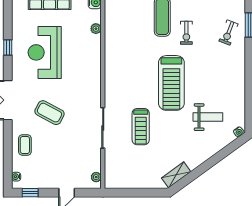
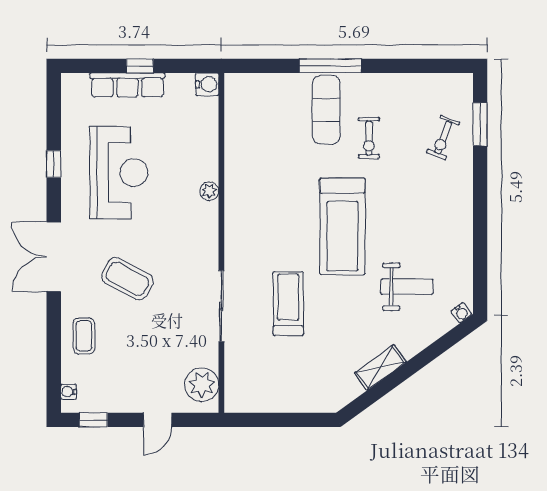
plant: (96, 29) -> (209, 191), moved
reception desk: (45, 52) -> (119, 173), turned 180
treadmill: (141, 127) -> (288, 304), turned 180
shelving: (176, 175) -> (380, 367), moved
plant: (96, 177) -> (202, 385), width x1.88, depth x1.88

